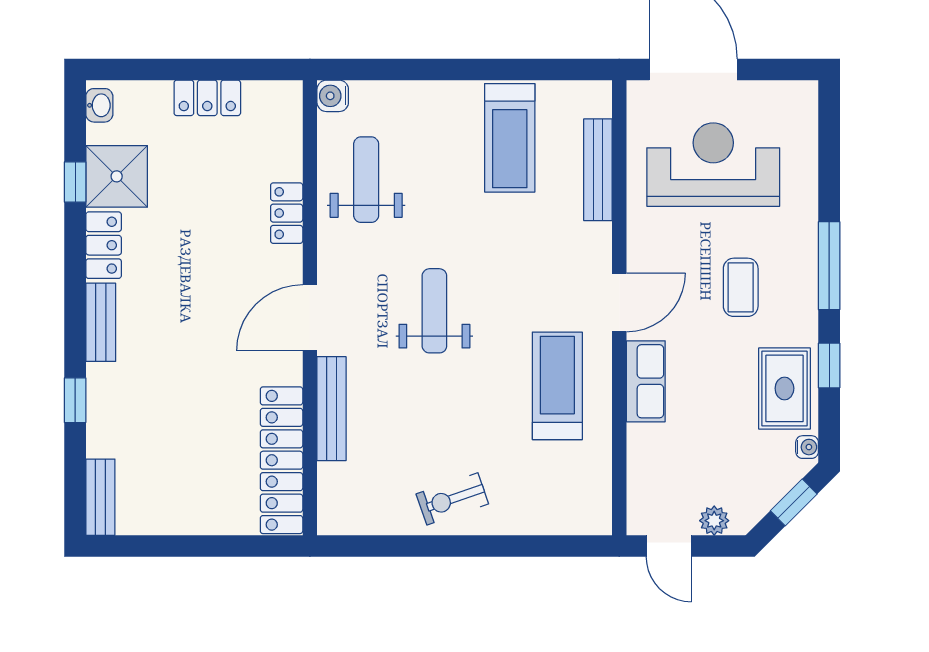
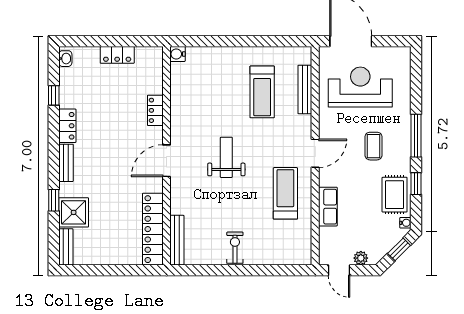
treadmill: (510, 138) -> (262, 92), moved
shower: (117, 176) -> (74, 212), moved
weight bench: (366, 180) -> (194, 94), removed
row of seats: (646, 381) -> (328, 207), moved
bench: (332, 409) -> (177, 240), moved
exercise bike: (452, 499) -> (235, 248), turned 109

